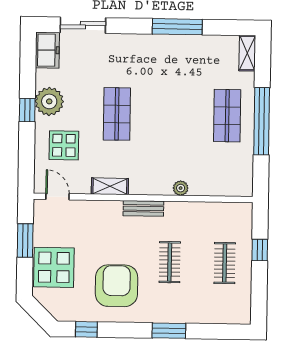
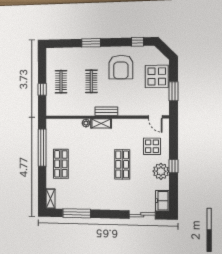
window: (177, 27) -> (77, 213), moved
window: (262, 121) -> (42, 148), moved
shelving: (110, 186) -> (101, 123), moved

